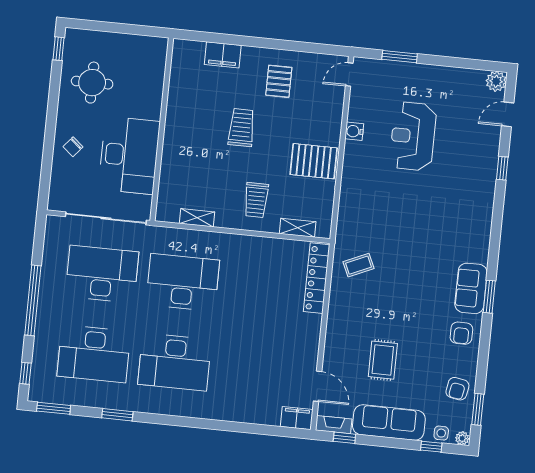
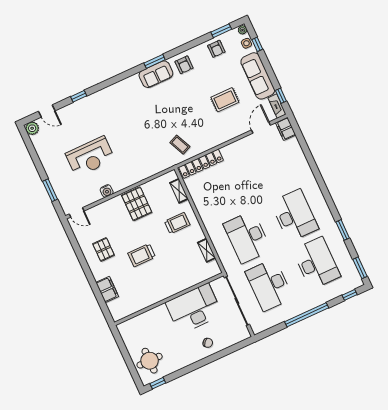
pallet: (279, 81) -> (104, 249), turned 90
round table: (92, 83) -> (150, 361), moved
armchair: (461, 333) -> (184, 65), turned 90
armchair: (457, 389) -> (216, 49), turned 80

